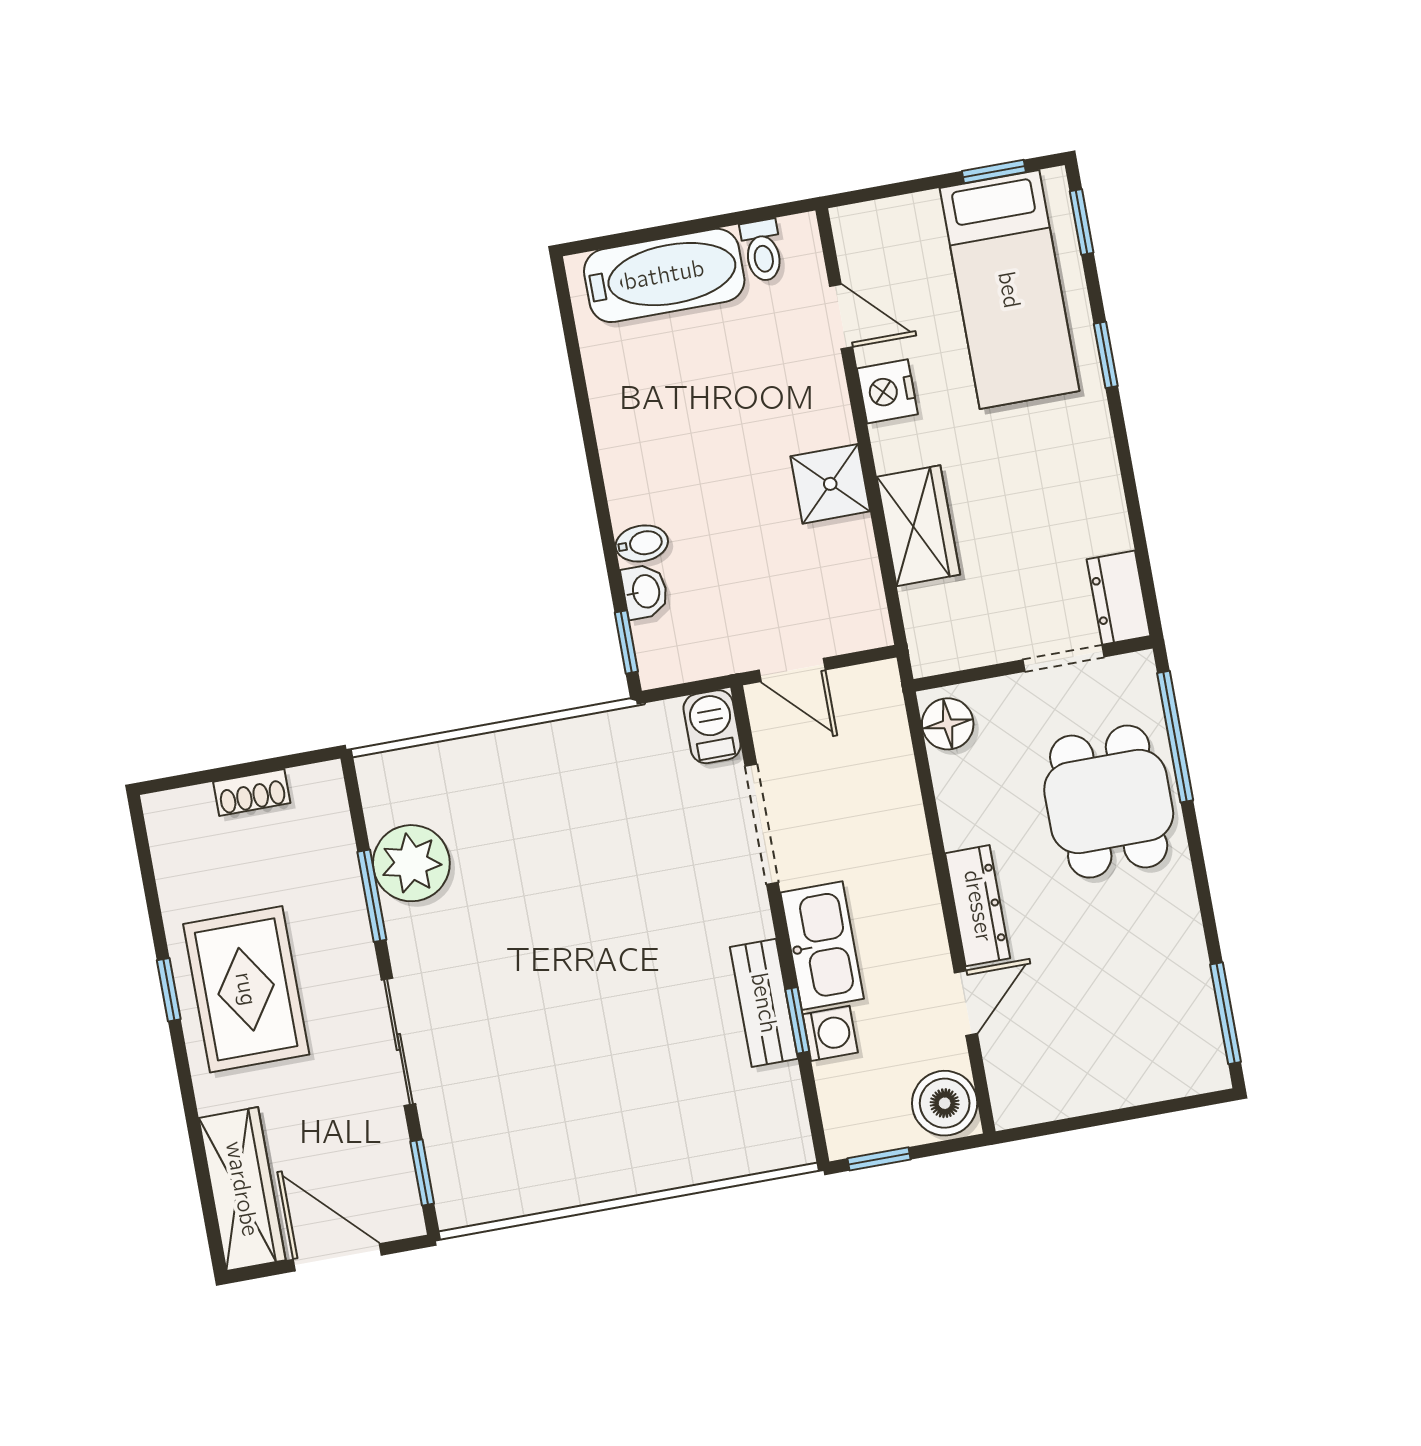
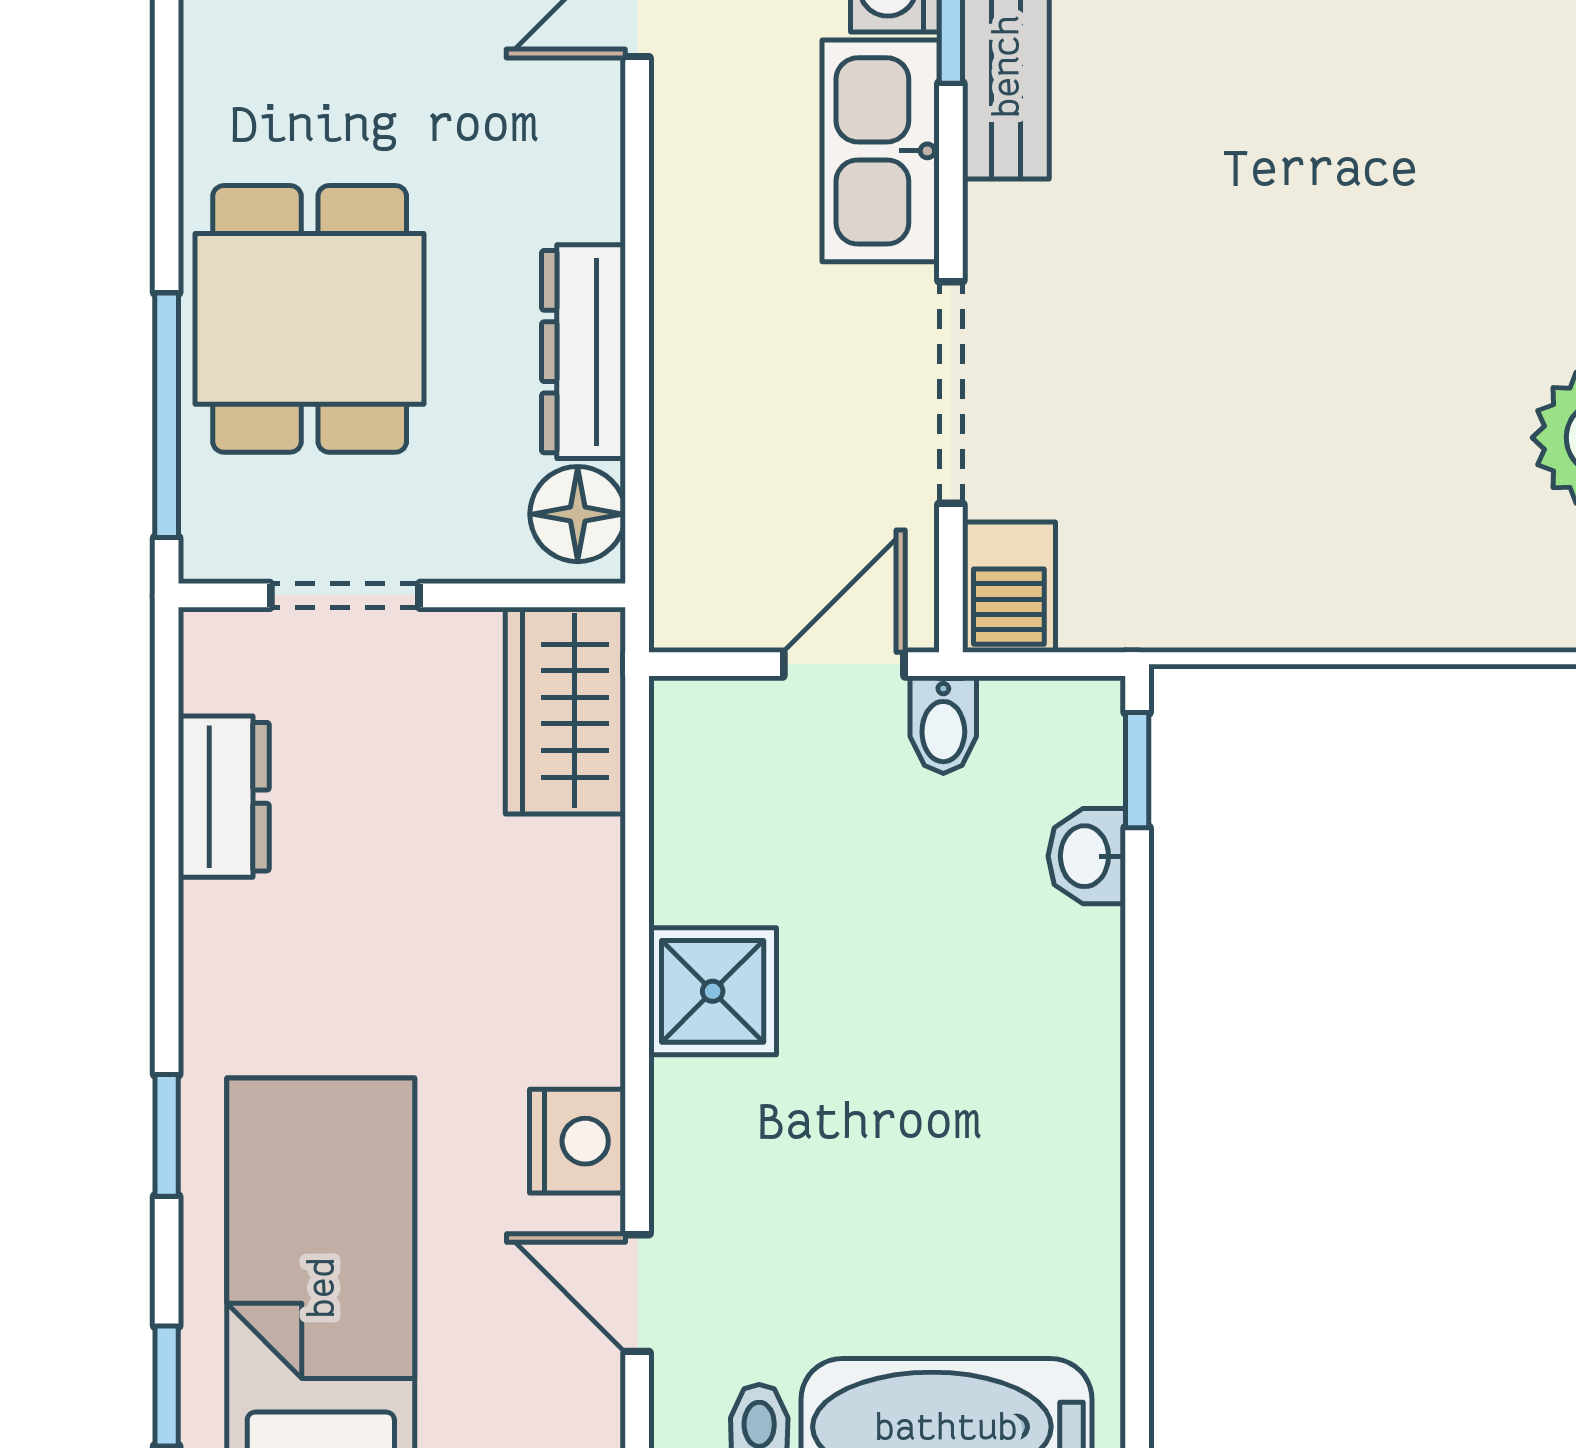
wardrobe: (918, 526) -> (565, 711), moved
bidet: (642, 543) -> (943, 725), moved, turned -90
dresser: (1119, 598) -> (224, 797), moved
door: (792, 670) -> (844, 664), hinge flipped
dresser: (978, 906) -> (584, 352), moved

